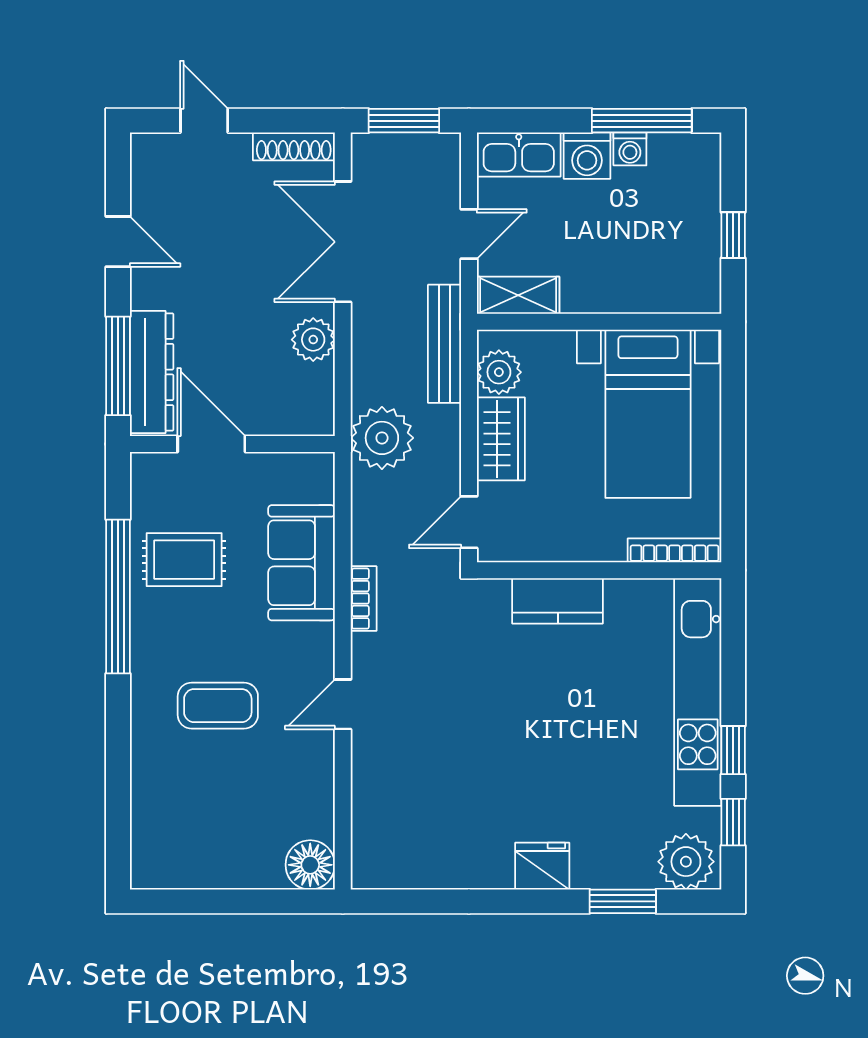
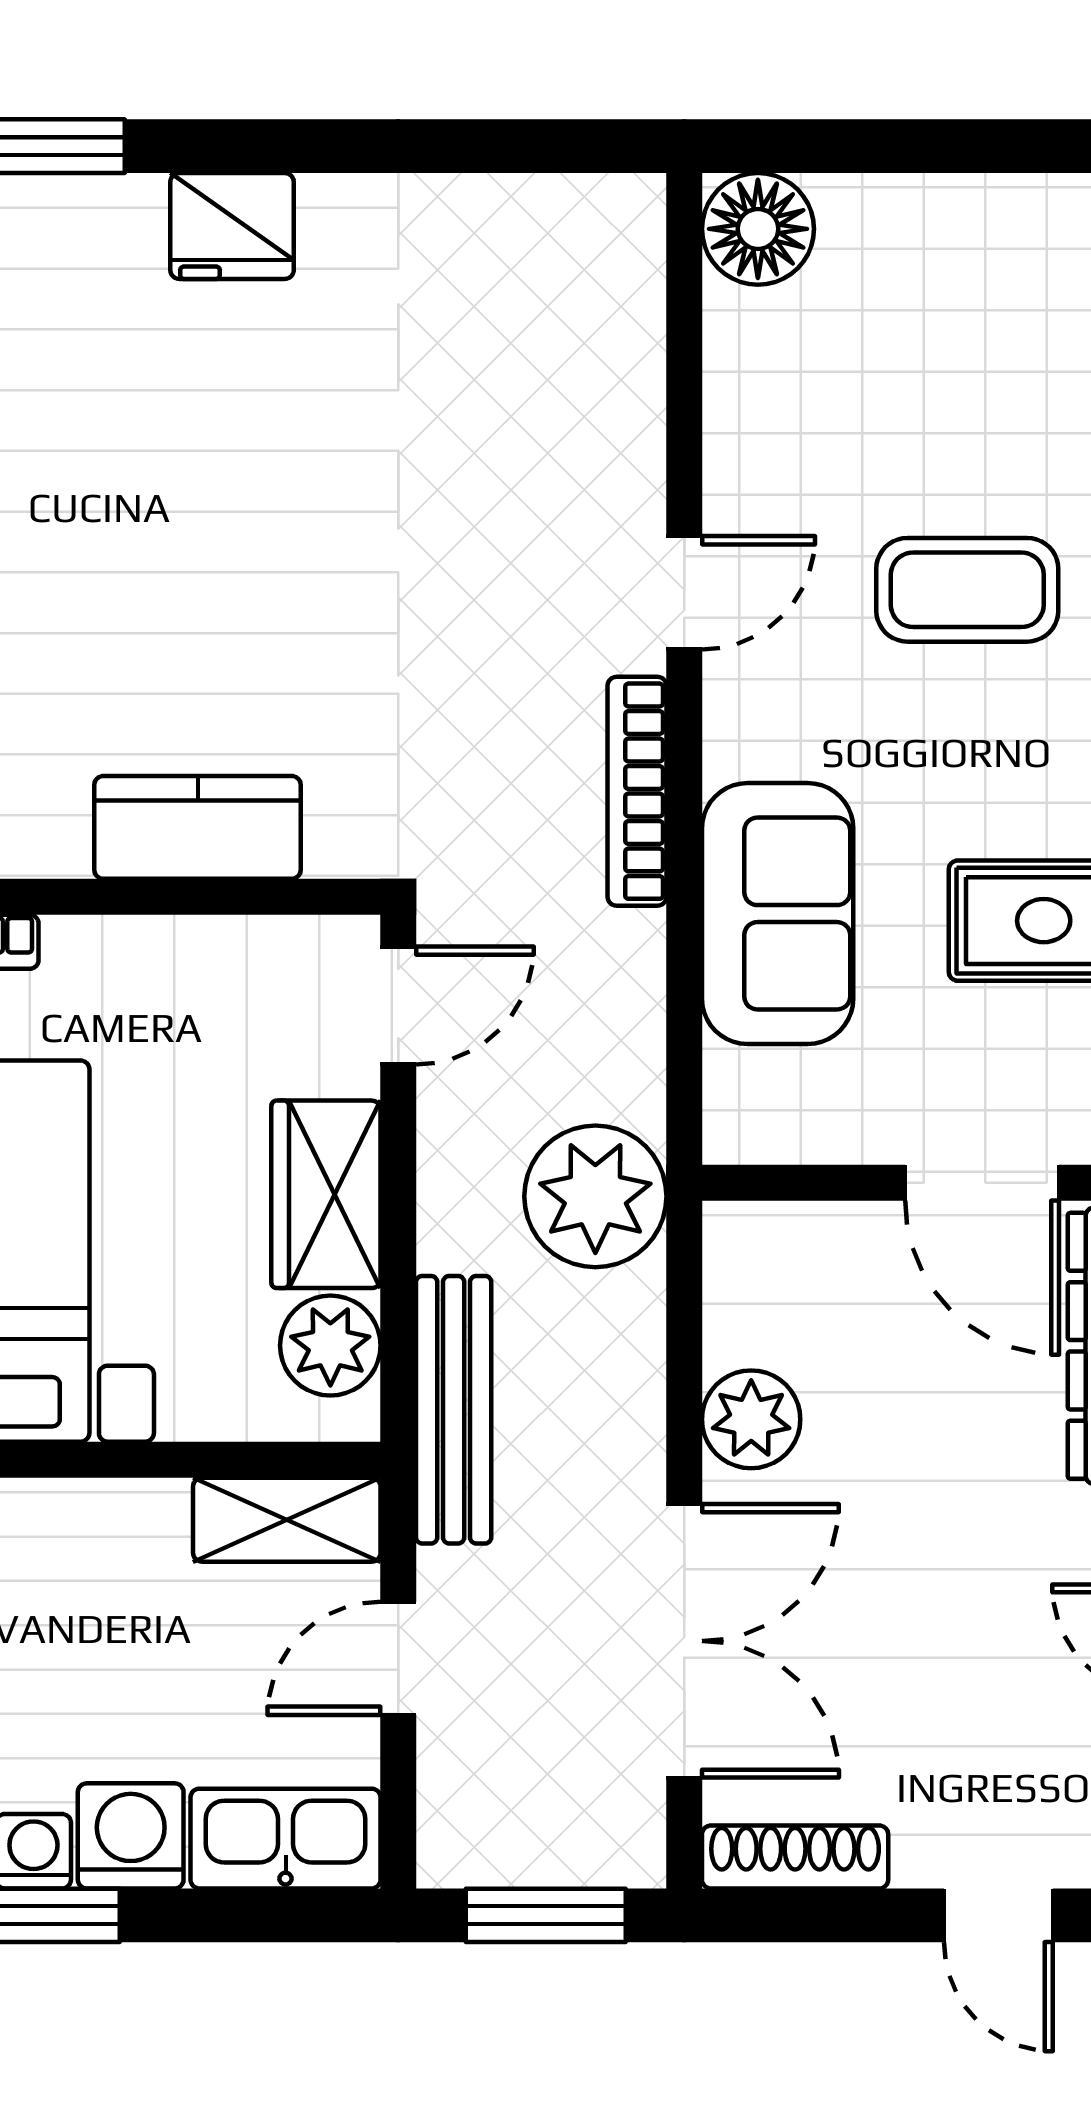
bookcase: (364, 599) -> (637, 791), width x1.56

